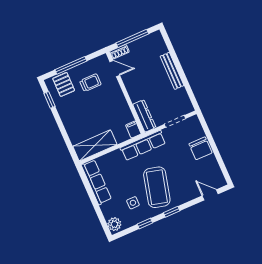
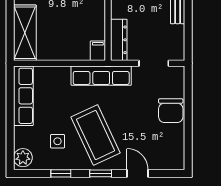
shelving: (95, 145) -> (25, 33), moved, turned 90
coffee table: (157, 187) -> (96, 135), turned -39
door: (210, 195) -> (138, 173), moved

